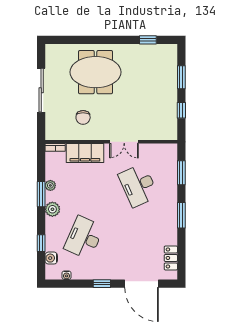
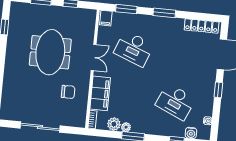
meeting table: (96, 72) -> (50, 52), moved
filing cabinet: (169, 151) -> (106, 18), added
desk: (138, 185) -> (134, 49), turned 45
plant: (52, 209) -> (114, 124), moved
locker: (171, 258) -> (202, 26), width x1.53

